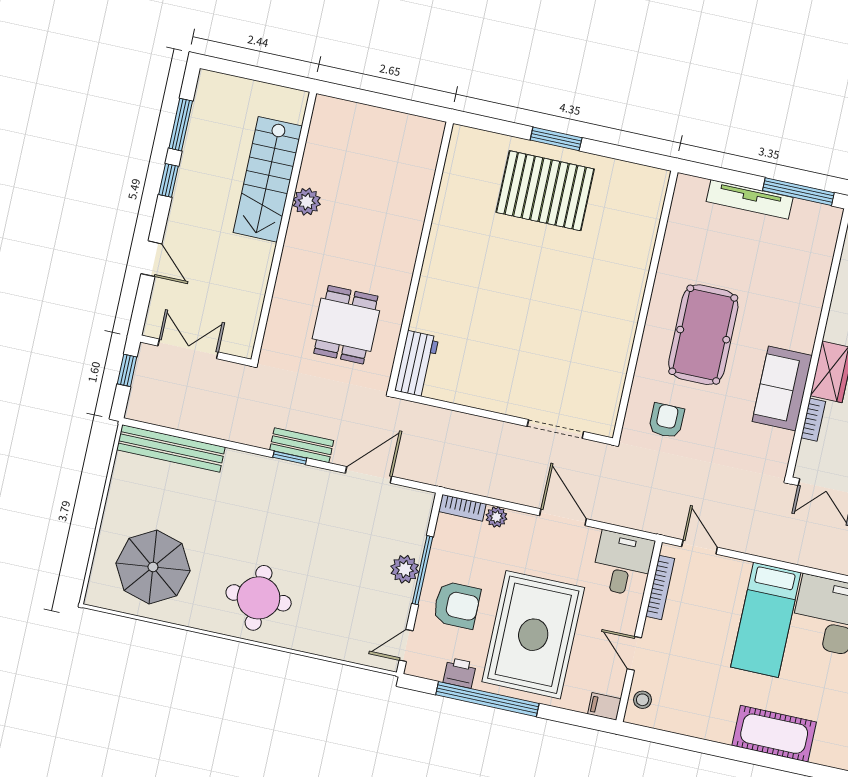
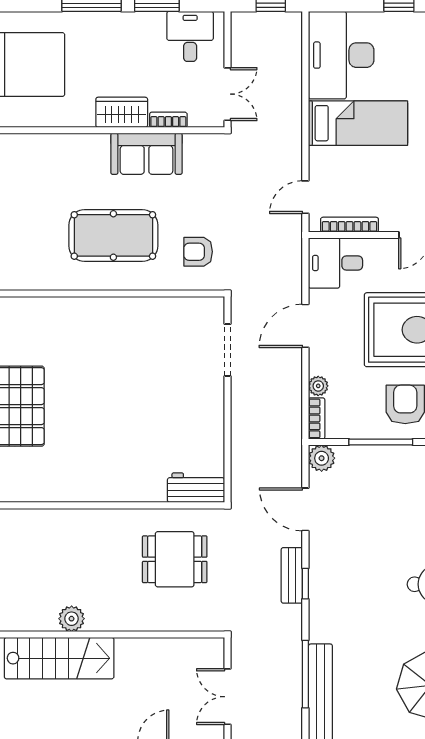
window: (194, 437) -> (305, 674), added
plant: (405, 569) -> (322, 458), moved

